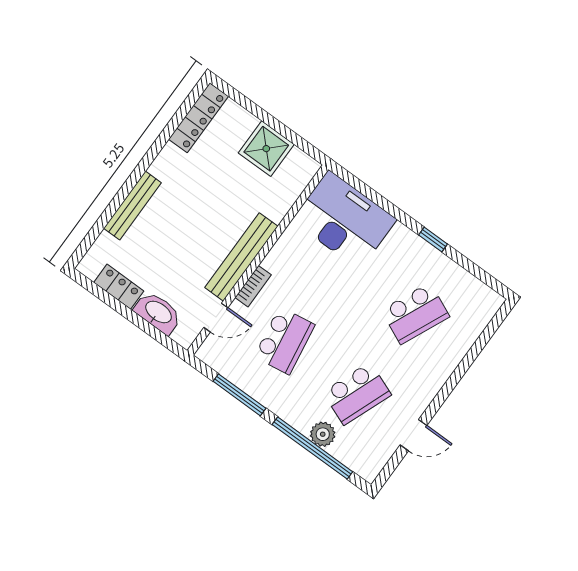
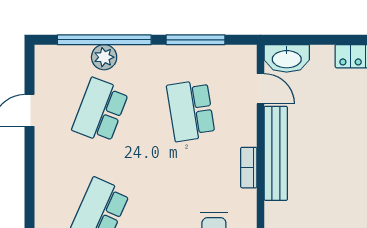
bookcase: (253, 286) -> (249, 168), moved
washbasin: (158, 313) -> (287, 58), moved
door: (216, 318) -> (261, 89), swing flipped

